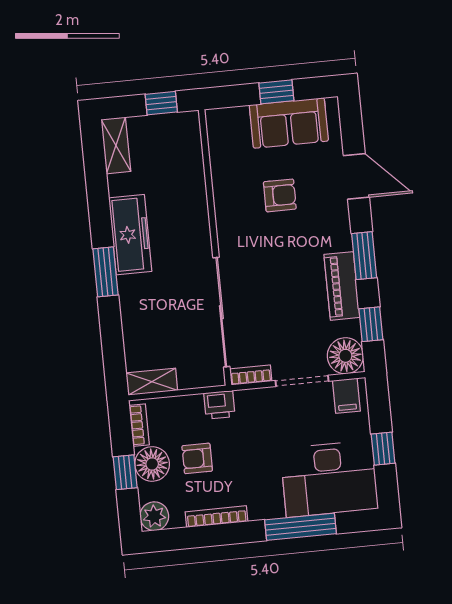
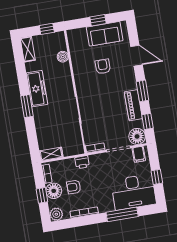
boiler: (192, 167) -> (63, 57), added
armchair: (280, 195) -> (103, 67), turned -90

